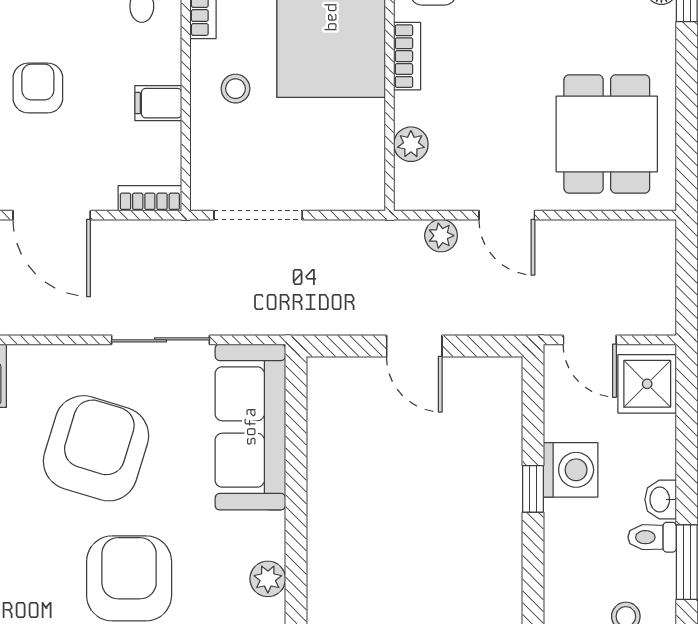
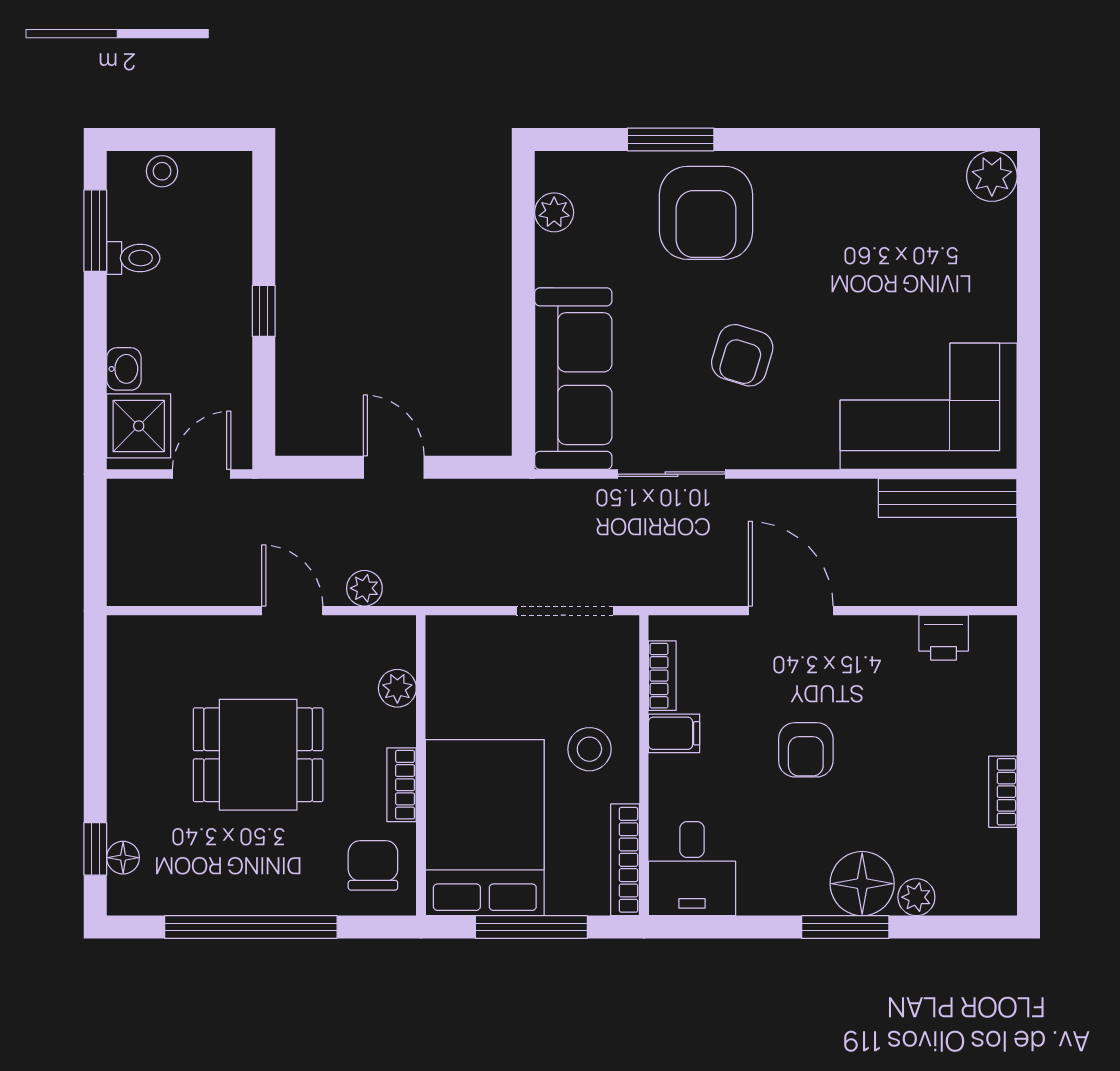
stool: (236, 89) -> (589, 749), width x1.37, depth x1.37
dining table: (607, 134) -> (258, 755), moved, turned 90
bookcase: (150, 198) -> (662, 676), moved, turned -90
door: (590, 340) -> (202, 474), hinge flipped
armchair: (96, 448) -> (742, 355), width x0.53, depth x0.53
washing machine: (571, 470) -> (223, 332), removed
washbasin: (661, 500) -> (124, 369), moved

